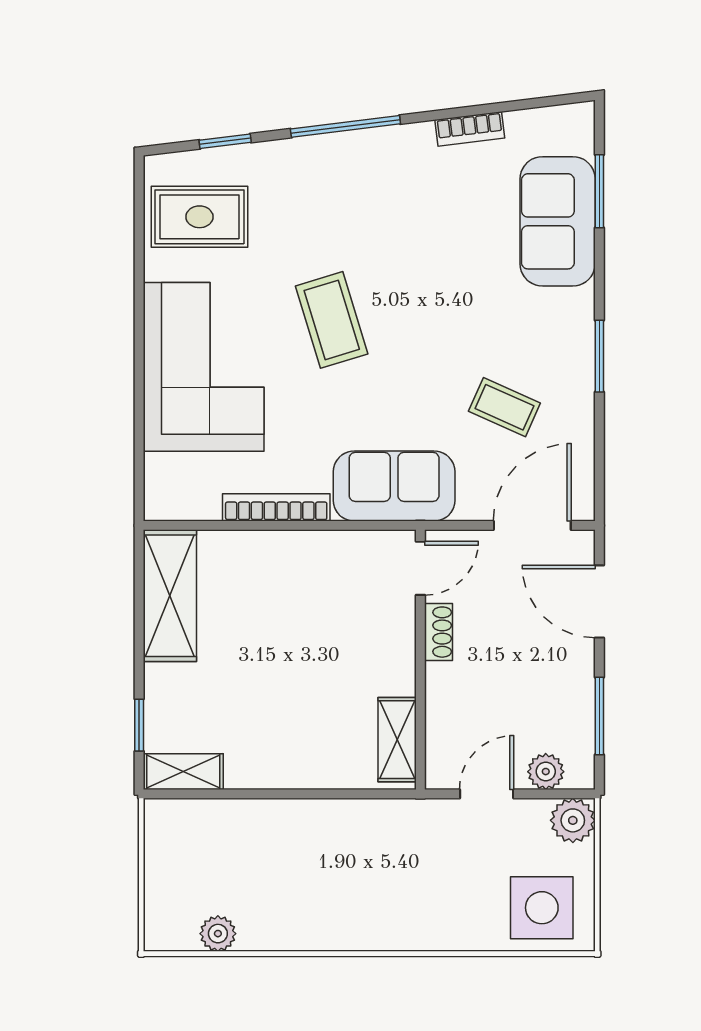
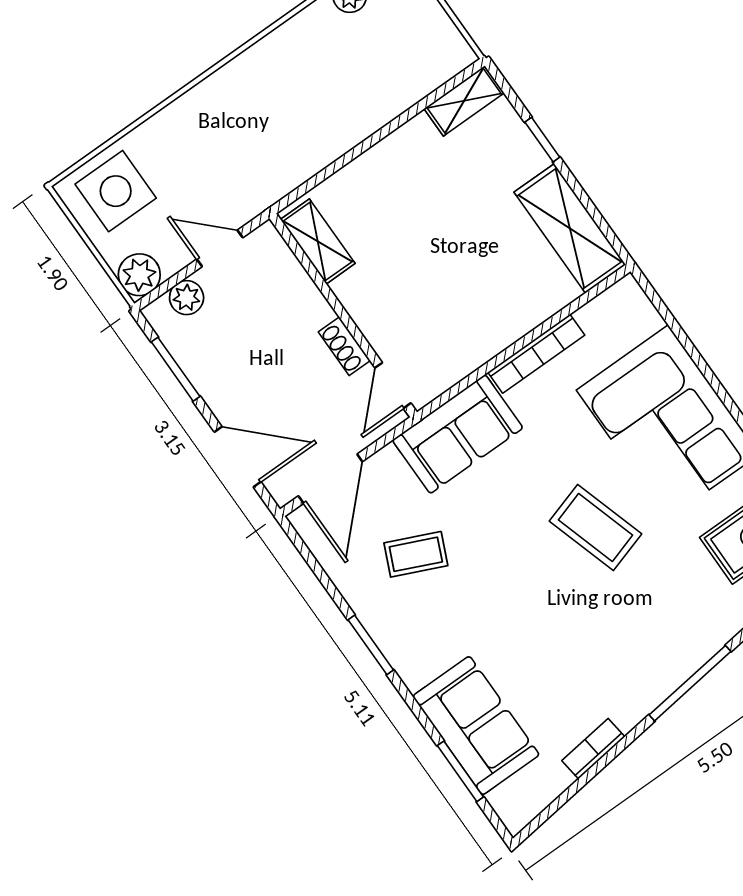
window: (139, 725) -> (542, 140), moved
door: (487, 794) -> (220, 248), swing flipped

